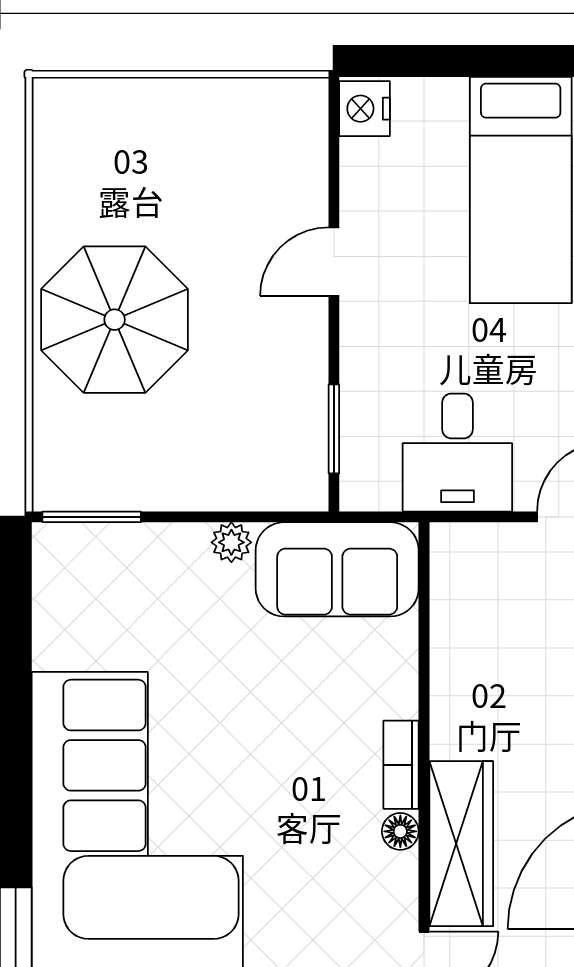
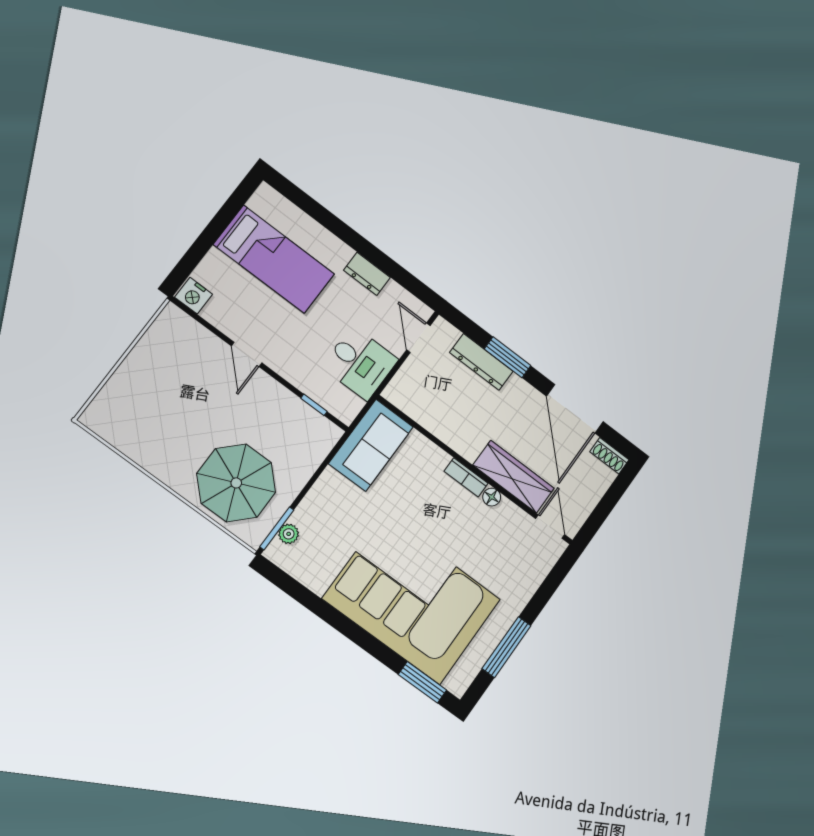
parasol: (115, 320) -> (236, 483), moved
window: (334, 429) -> (314, 405), width x0.67
plant: (231, 542) -> (289, 534), moved

